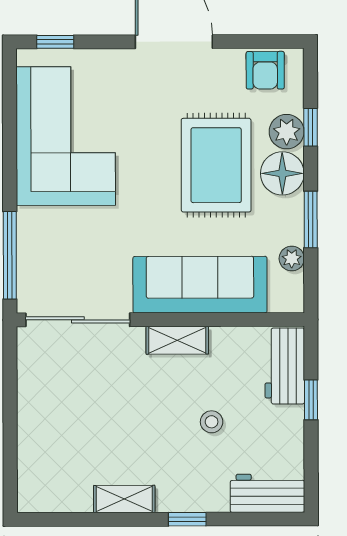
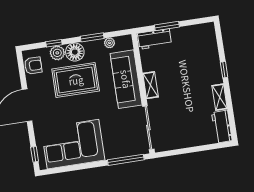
window: (311, 400) -> (167, 26), width x1.50
stool: (212, 422) -> (182, 66), removed
workbench: (267, 493) -> (222, 127), moved

